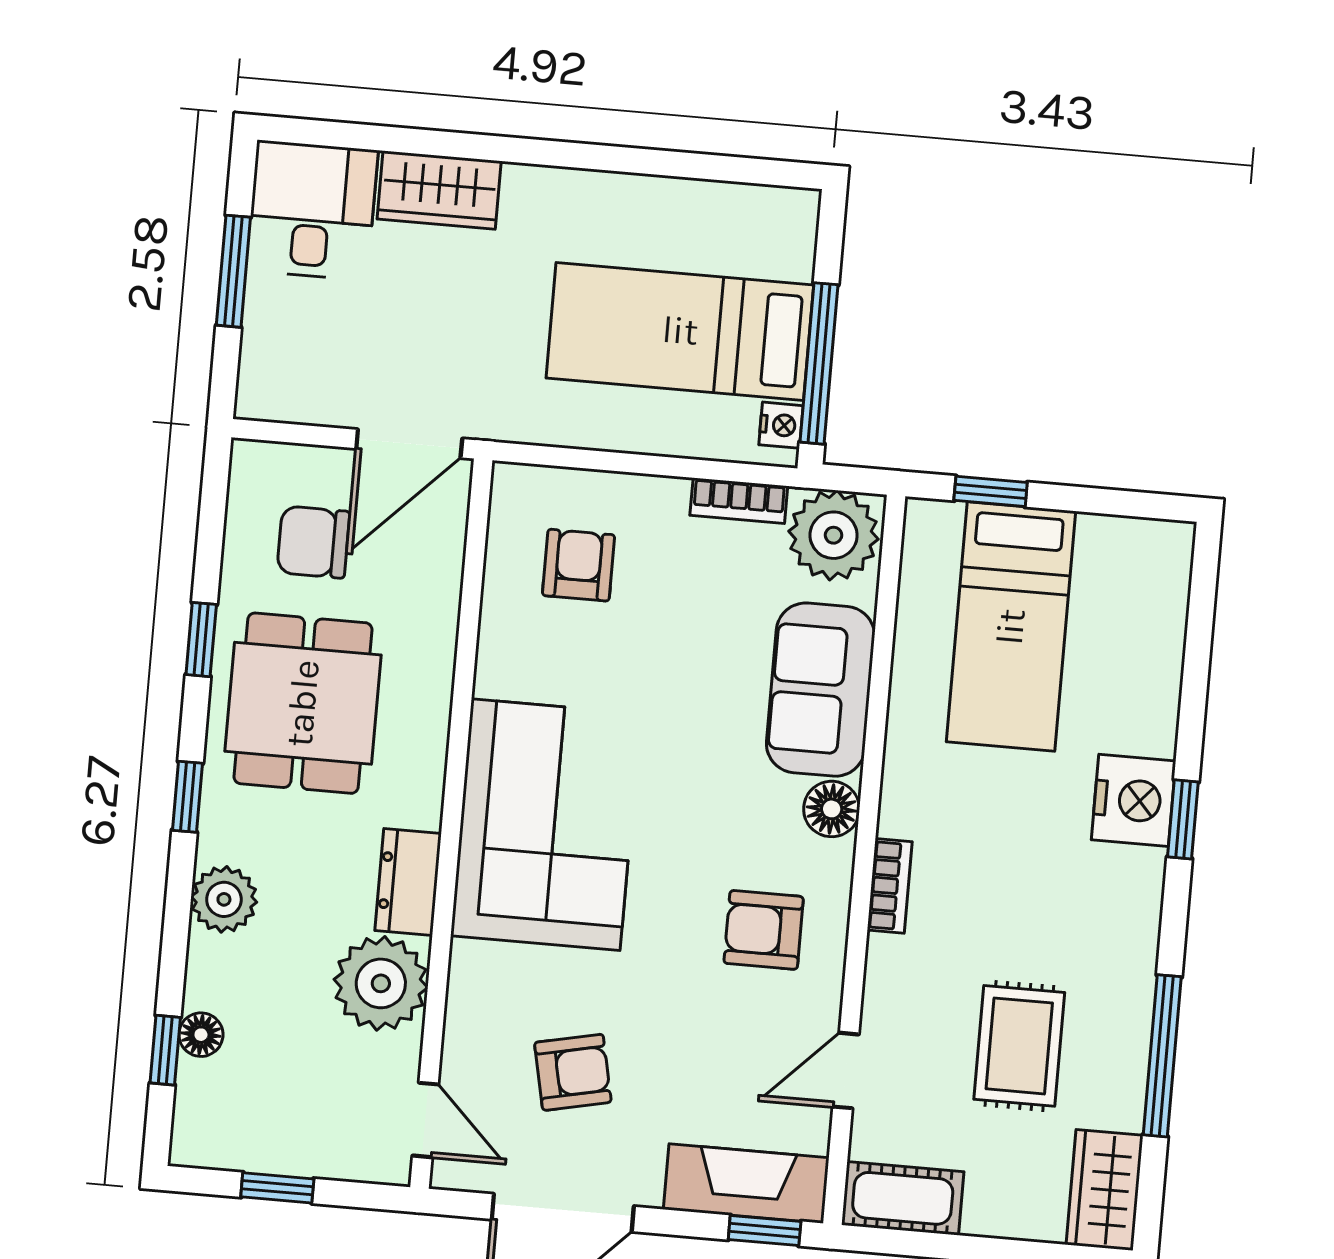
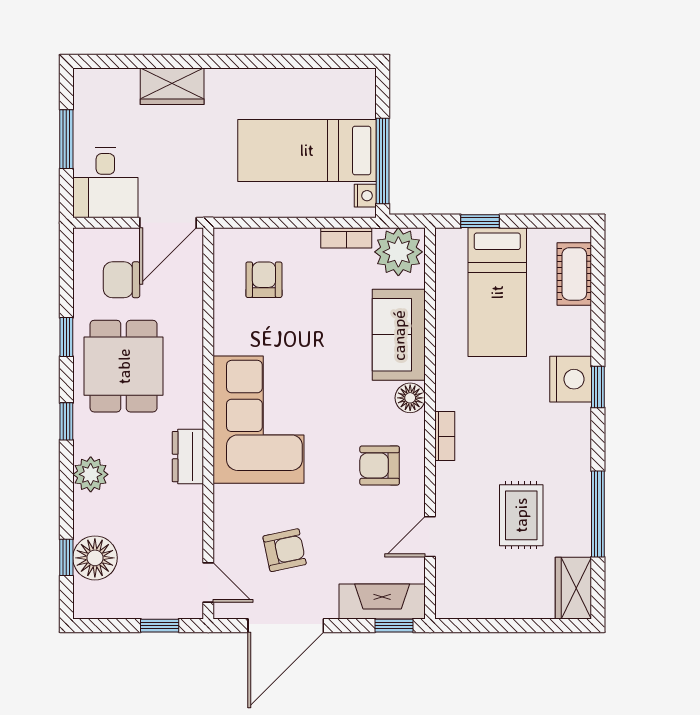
desk: (312, 210) -> (105, 183), moved, turned 180
plant: (381, 983) -> (178, 512), removed
floor lamp: (201, 1035) -> (95, 558), width x1.89, depth x1.89
window: (277, 1188) -> (160, 626), moved
cot: (903, 1198) -> (574, 274), moved, turned 90

